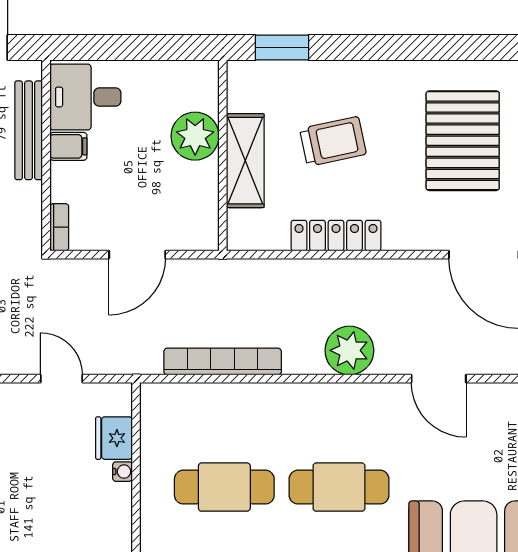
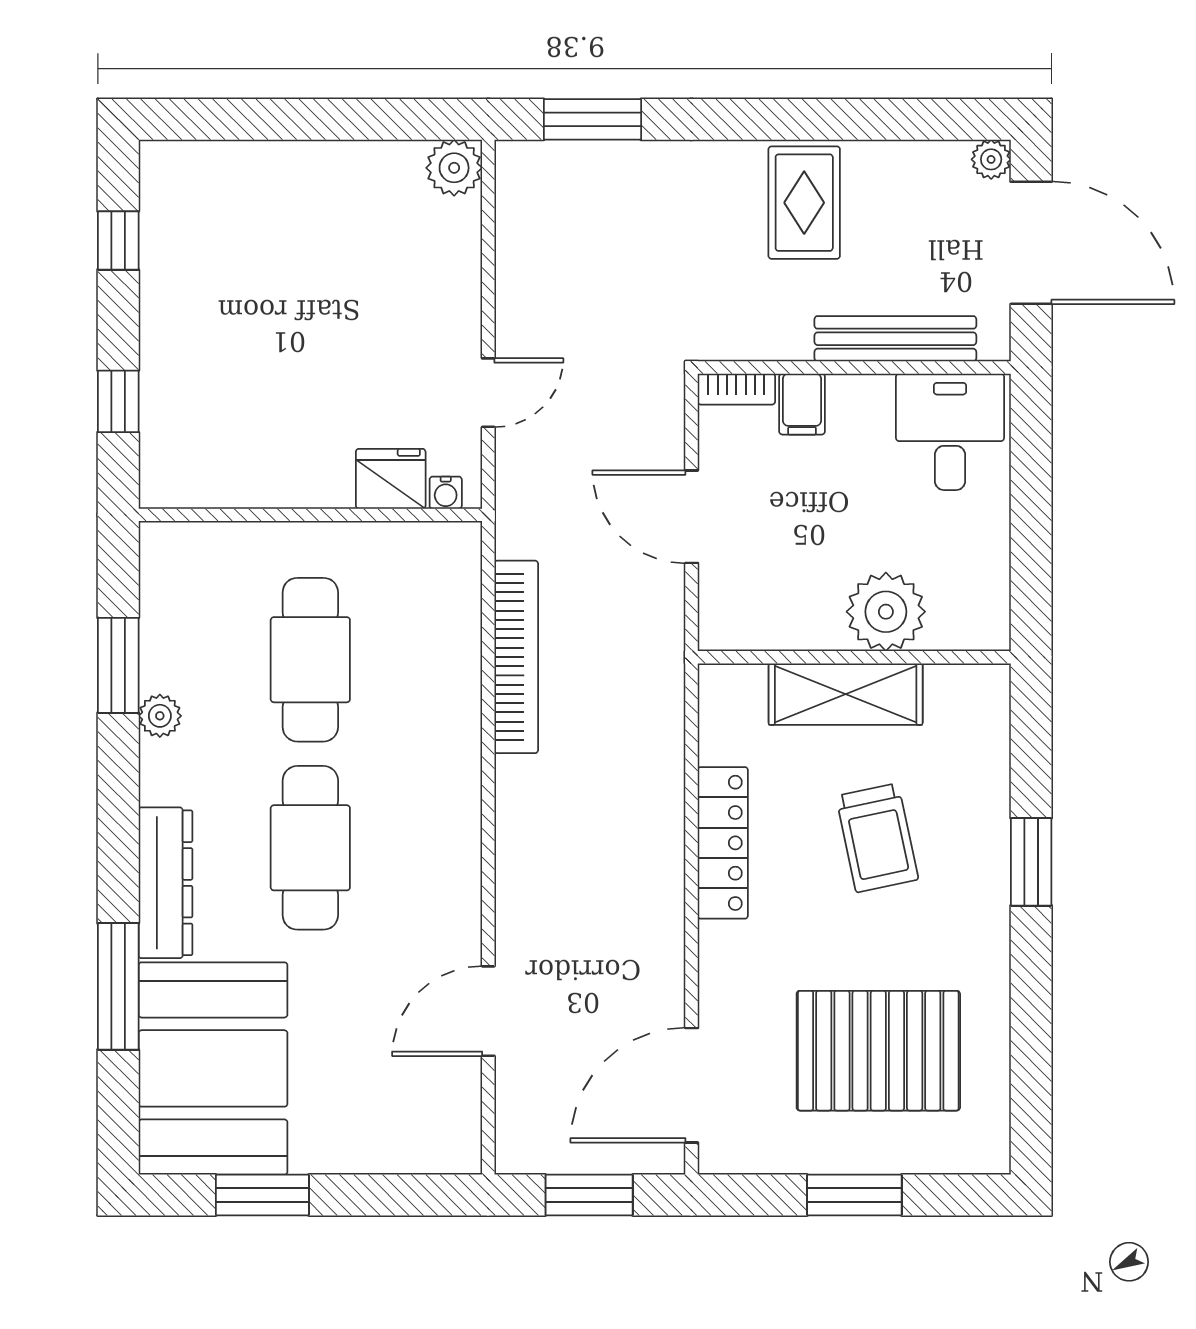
window: (282, 48) -> (1031, 862), moved
filing cabinet: (68, 146) -> (802, 404), moved
plant: (349, 350) -> (534, 865), removed
water cooler: (122, 472) -> (446, 493), moved

